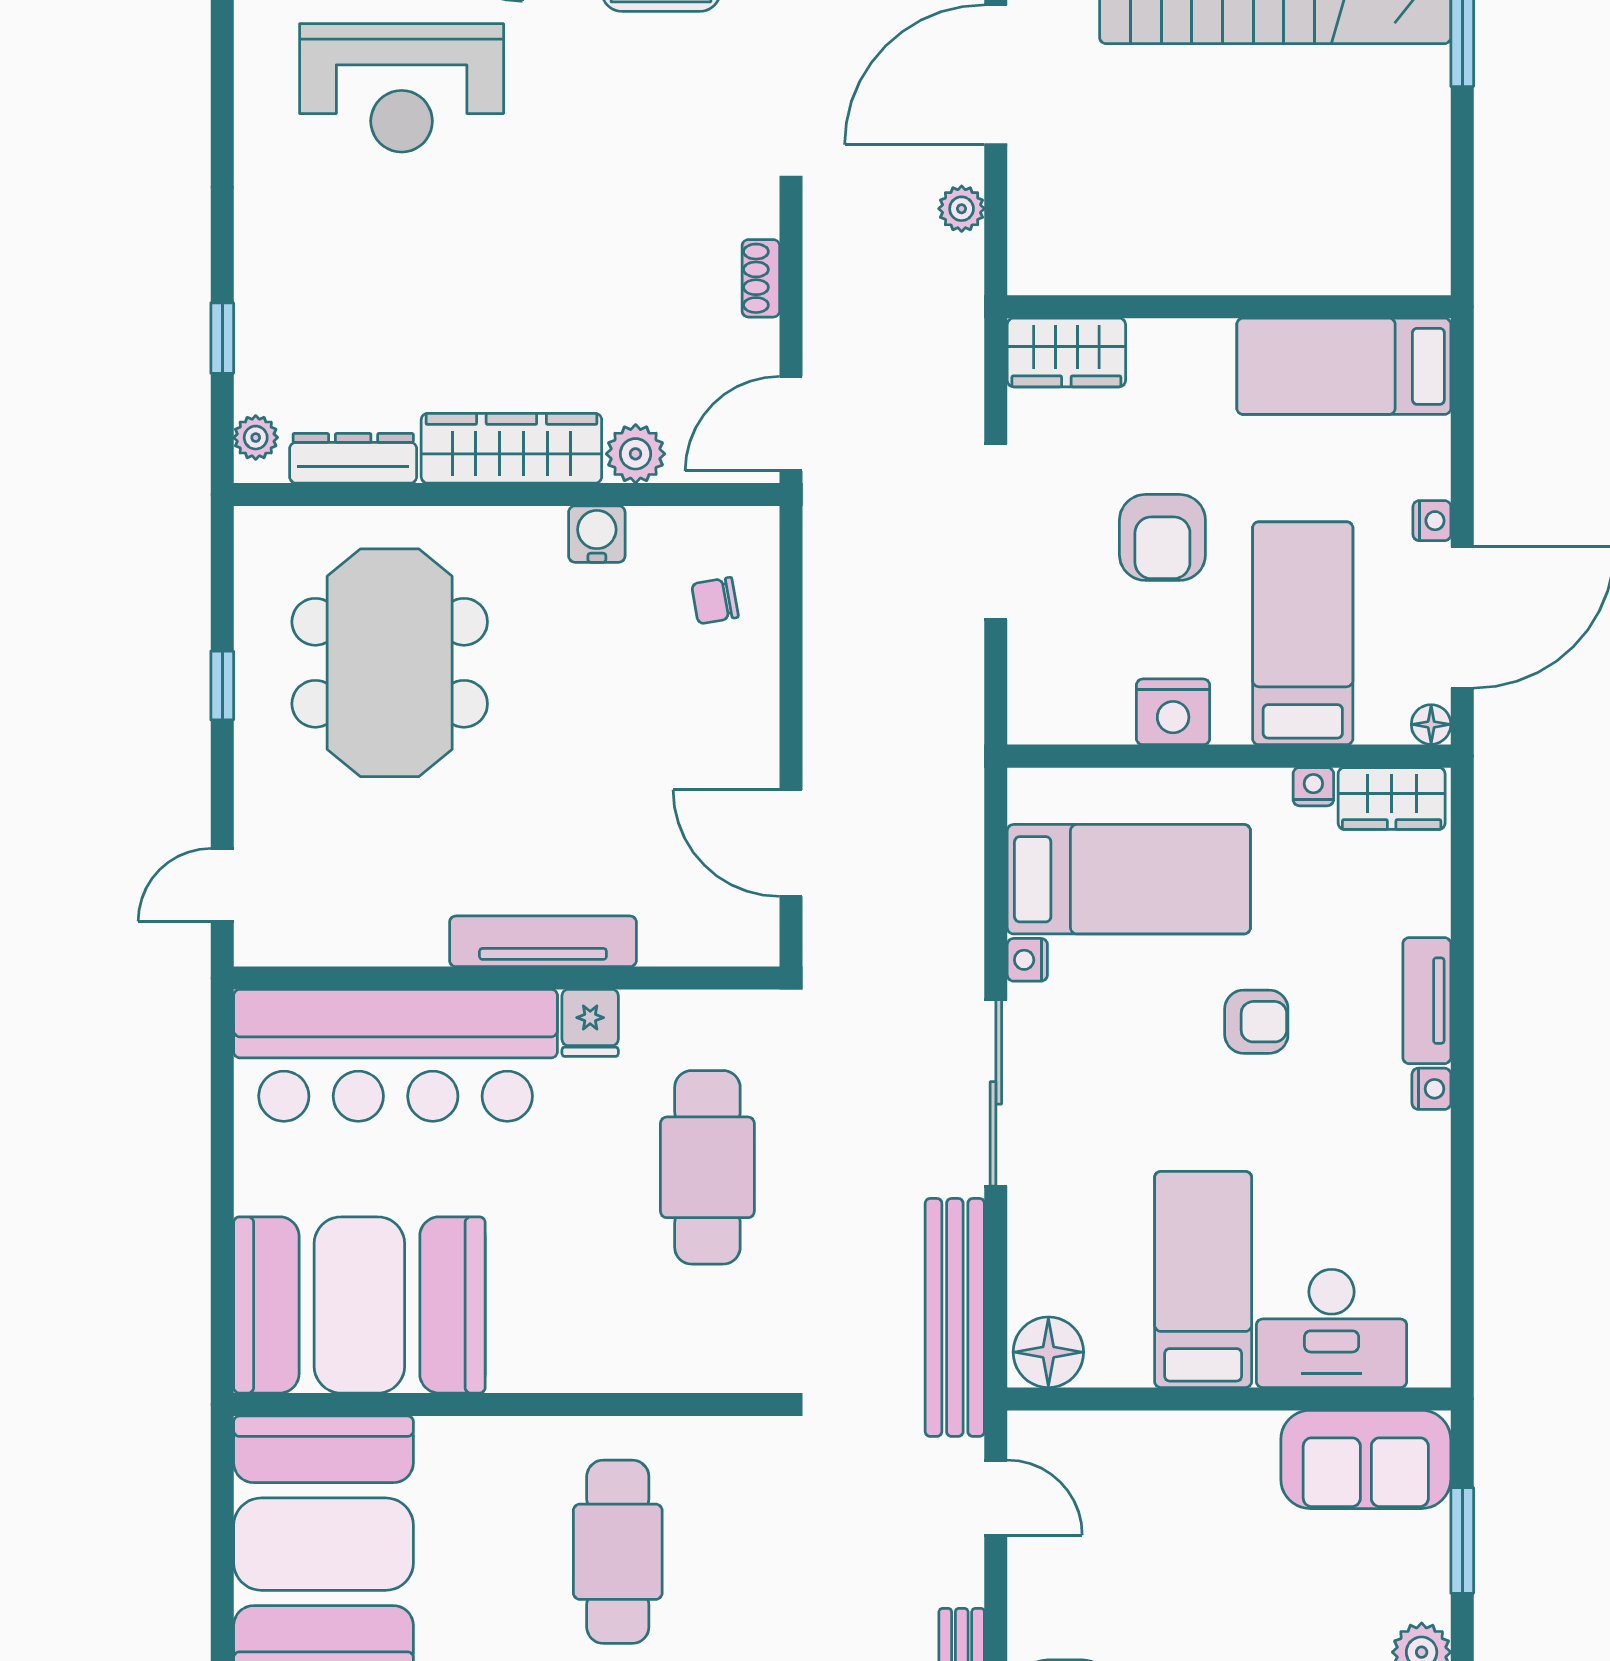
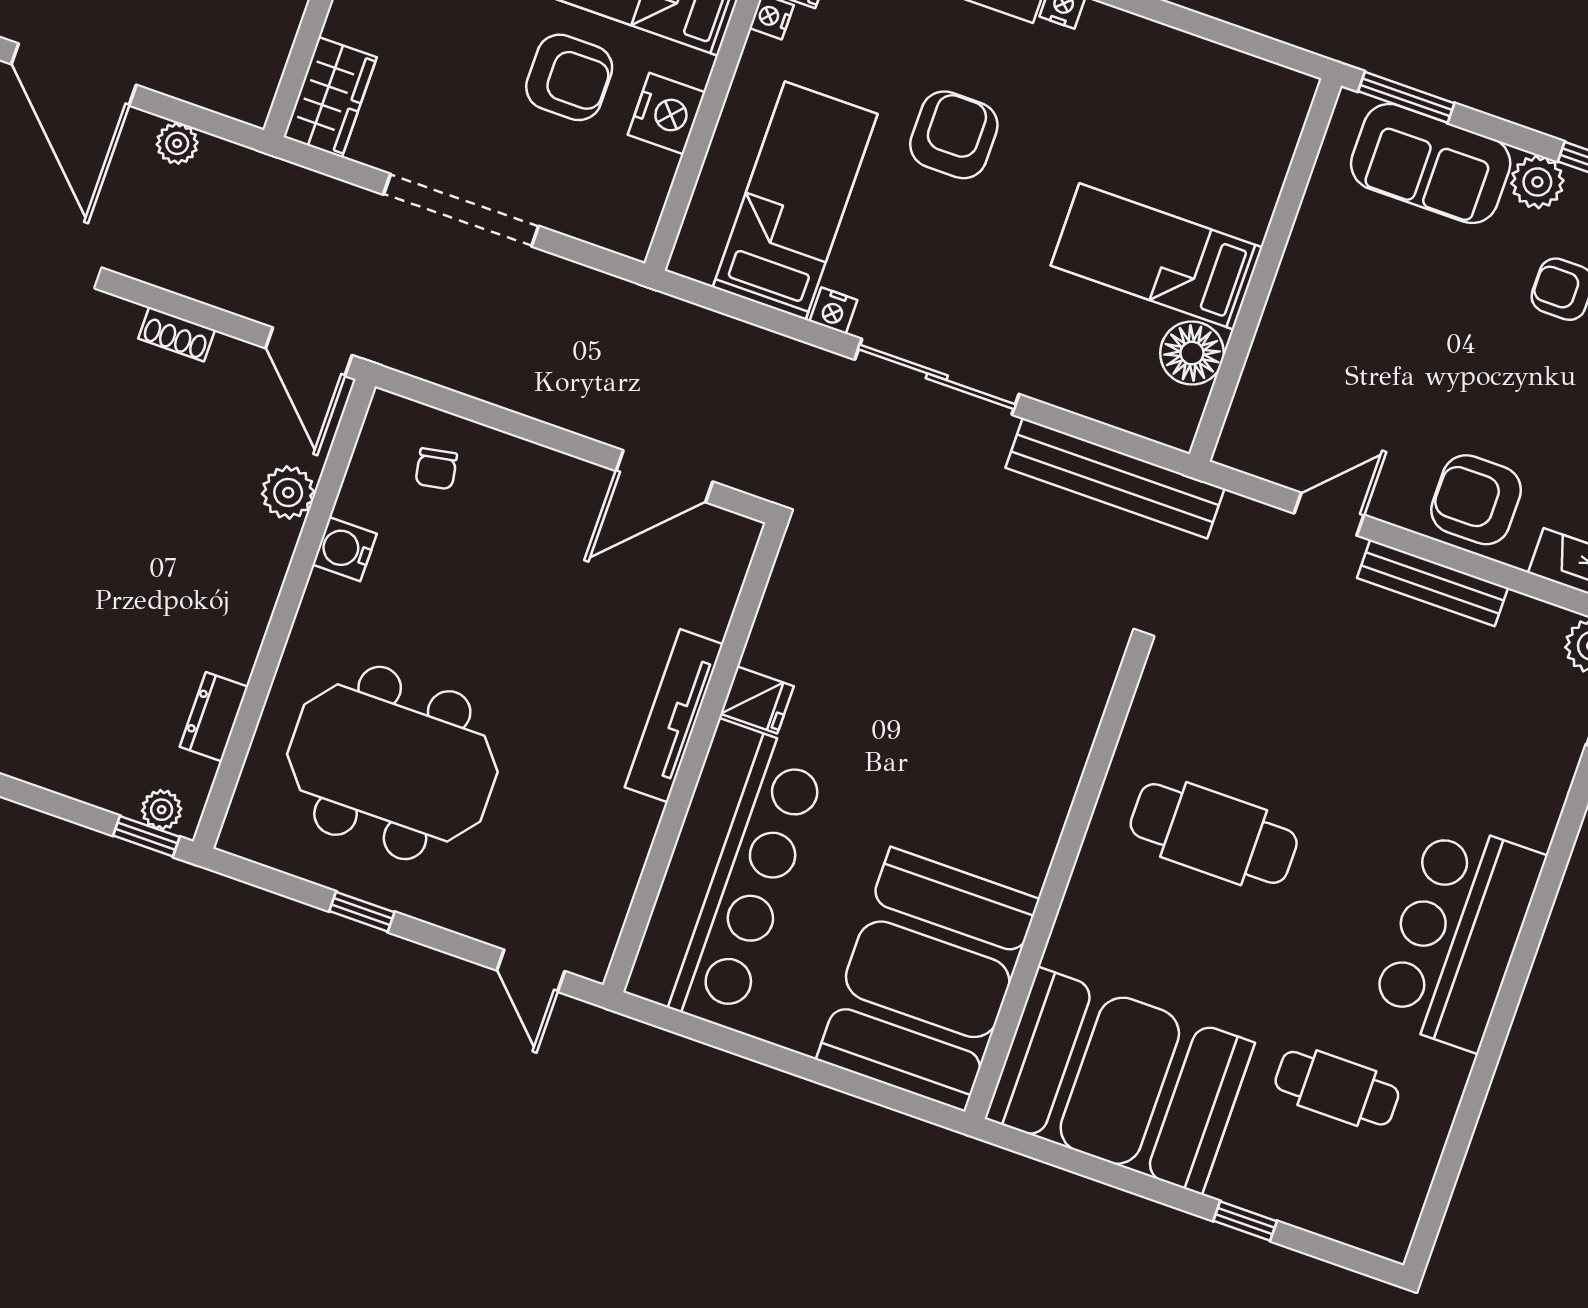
window: (222, 338) -> (146, 836), moved
wardrobe: (511, 448) -> (247, 596), removed
dresser: (353, 458) -> (214, 717), width x0.70
armchair: (1162, 537) -> (569, 77), moved
armchair: (1256, 1022) -> (954, 135), width x1.38, depth x1.38
cafe table: (707, 1167) -> (914, 643), removed
desk: (1332, 1328) -> (1236, 162), removed
floor lamp: (1048, 1352) -> (1192, 353), moved
sofa: (1366, 1459) -> (1431, 163), moved, turned 90
door: (996, 1498) -> (1329, 514), moved
window: (1462, 1540) -> (1406, 97), moved

